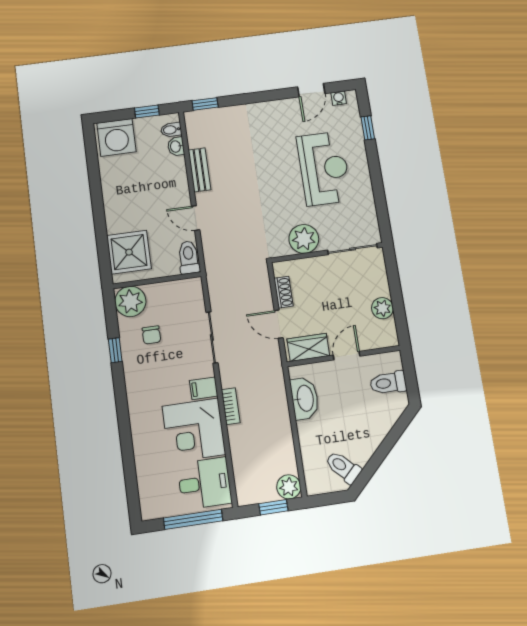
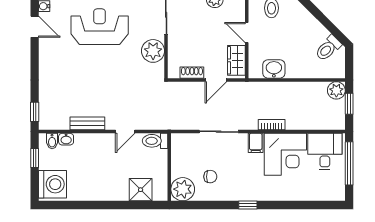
shower: (129, 252) -> (141, 190), width x0.73, depth x0.73
window: (115, 350) -> (248, 205), moved
washbasin: (305, 398) -> (274, 69), width x0.72

